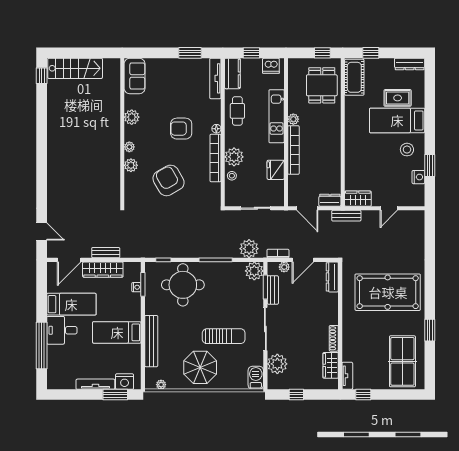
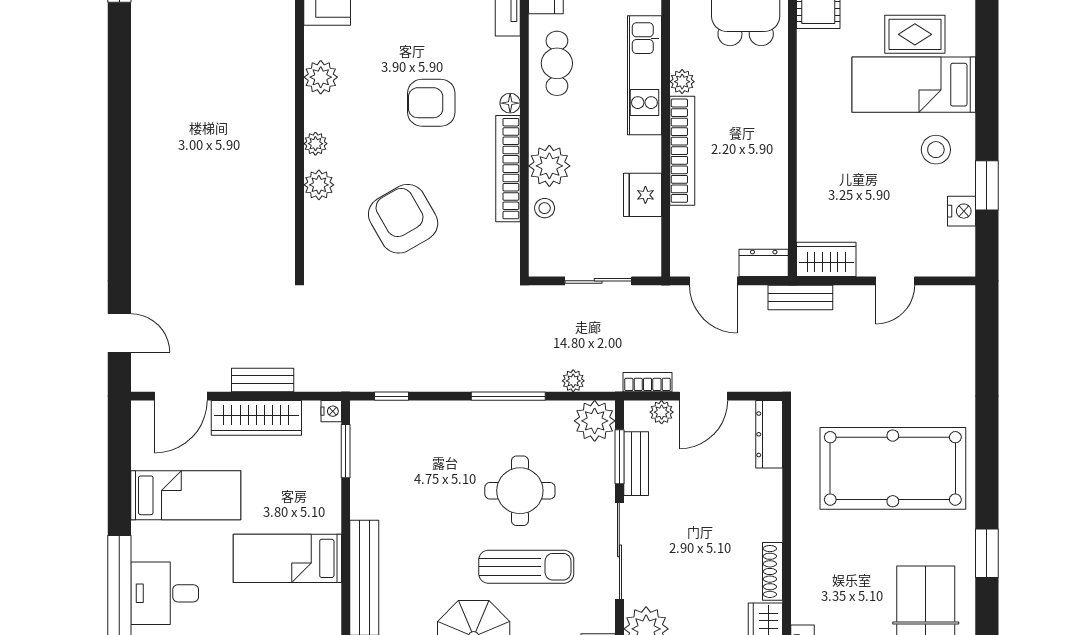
plant: (249, 249) -> (573, 381), width x0.53, depth x0.53
round table: (183, 285) -> (520, 491), moved, width x0.73, depth x0.73
nightstand: (136, 287) -> (331, 411), moved
desk: (62, 330) -> (165, 593), moved

